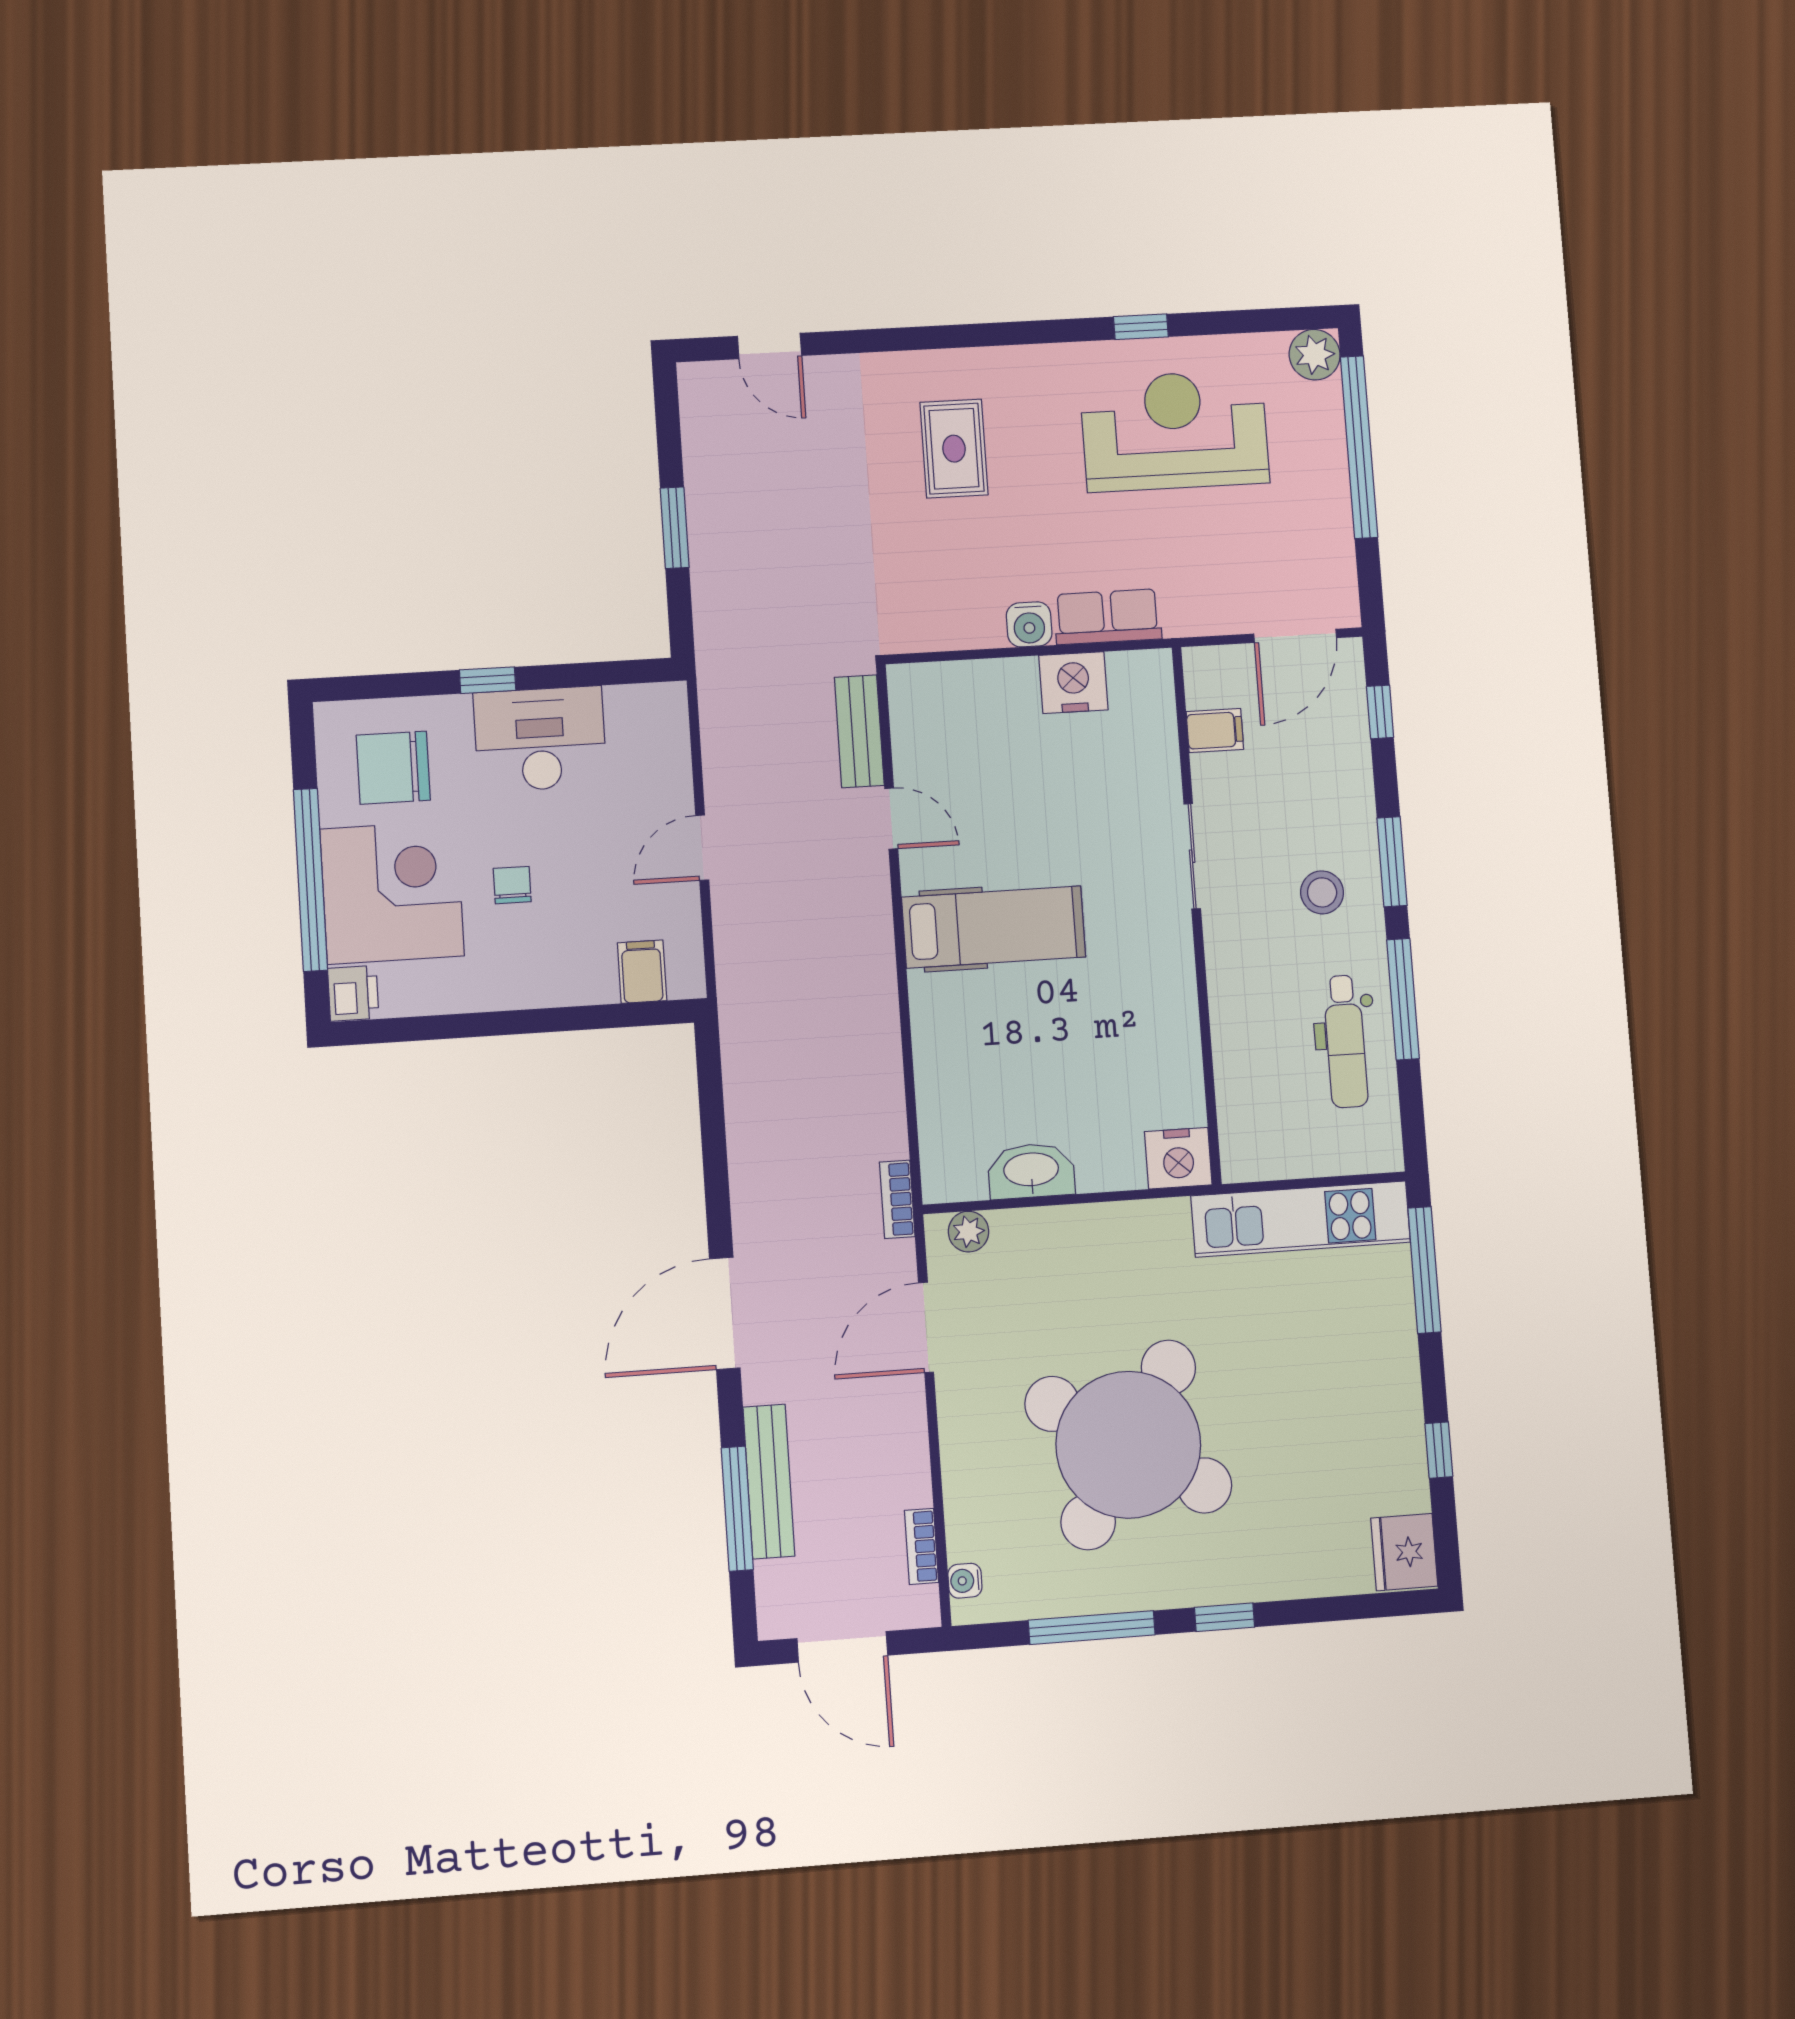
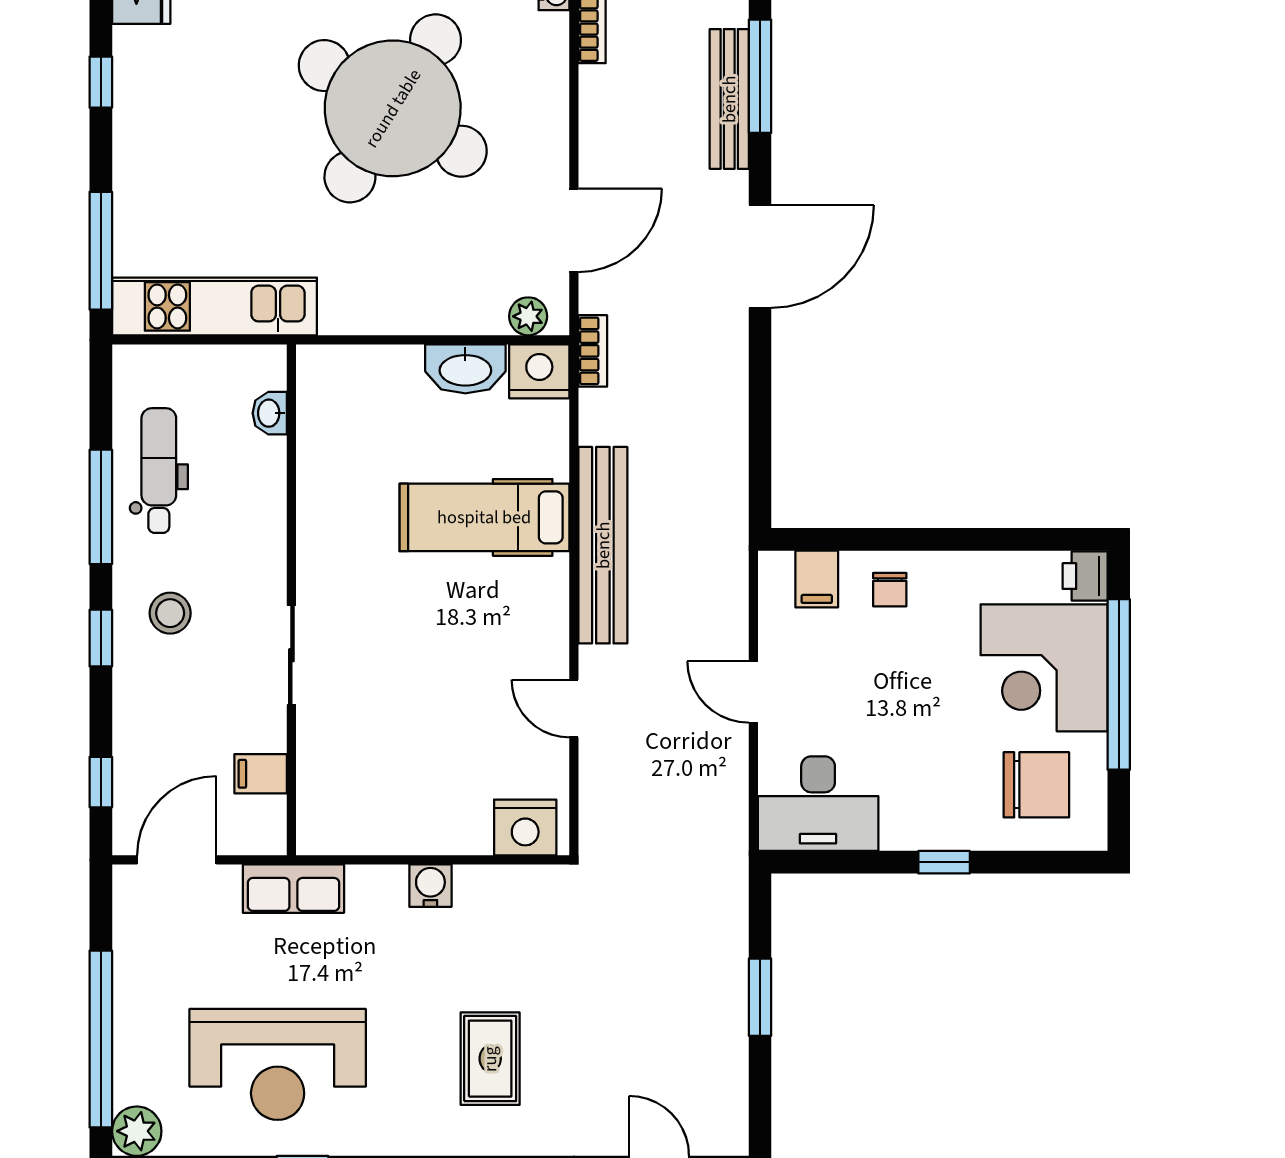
row of seats: (1108, 617) -> (293, 889), moved
nightstand: (1073, 683) -> (525, 828), moved
bench: (859, 731) -> (603, 545), moved, width x1.86, depth x1.21
desk: (540, 739) -> (818, 804), moved
door: (702, 848) -> (753, 692), swing flipped
window: (1392, 862) -> (101, 638), width x0.67
chair: (512, 885) -> (890, 590), moved
hospital bed: (994, 927) -> (484, 517), moved
washbasin: (1234, 1110) -> (270, 413), added
nightstand: (1178, 1158) -> (539, 371), moved

